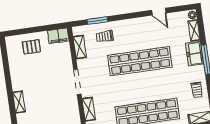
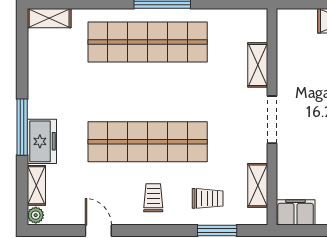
trolley: (197, 90) -> (153, 198), moved

